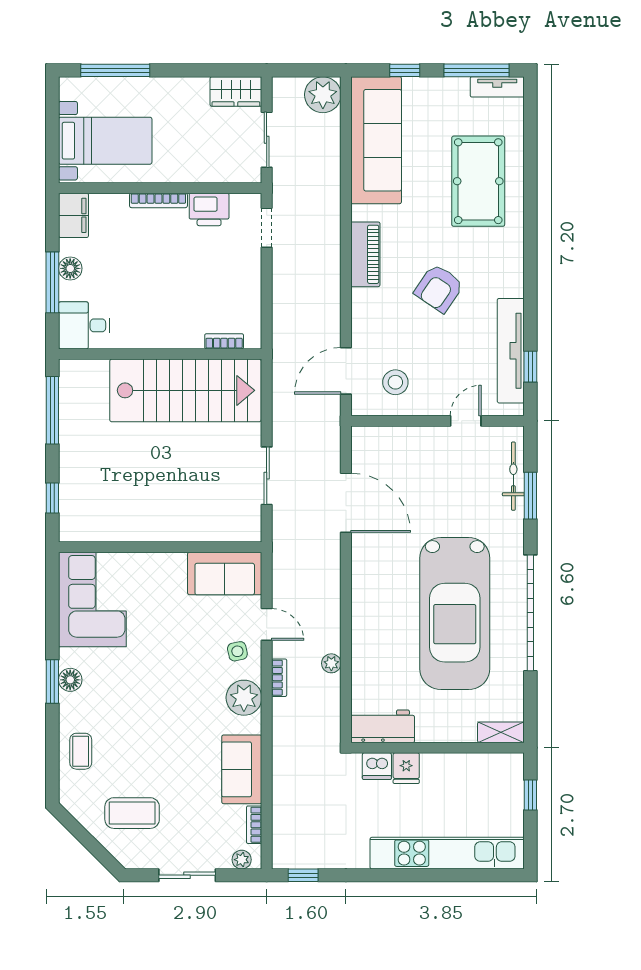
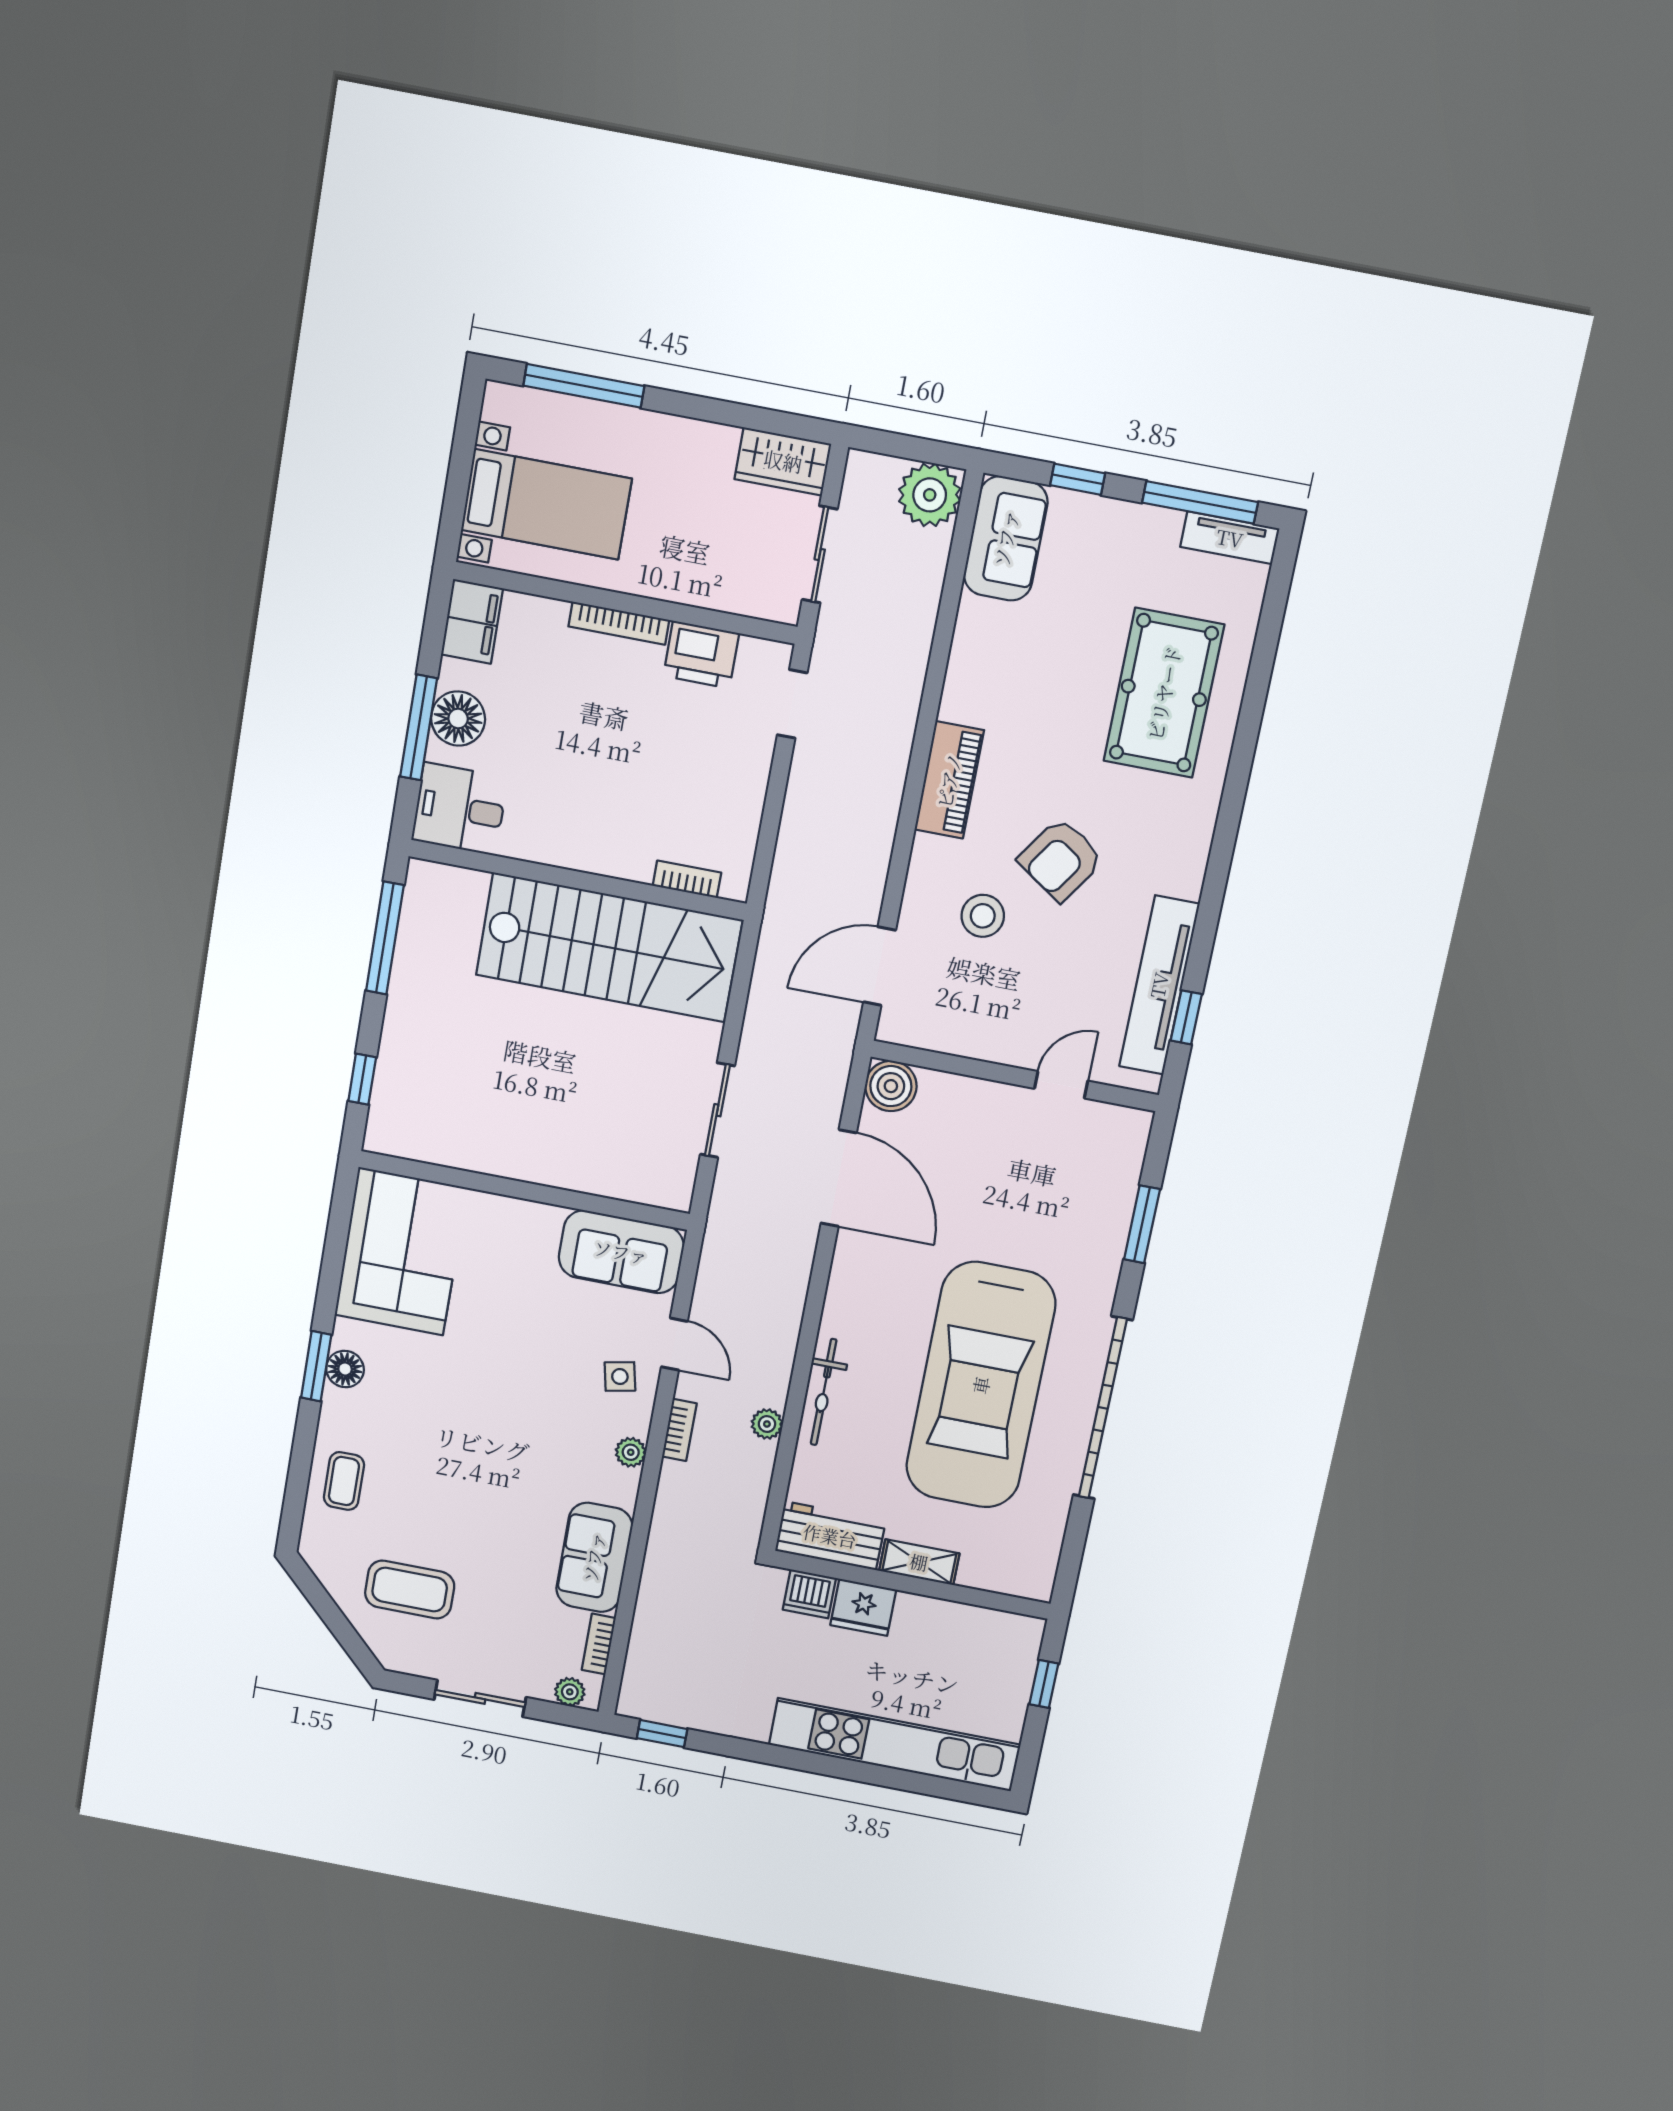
sofa: (376, 140) -> (1006, 538), width x0.54, depth x0.79
floor lamp: (70, 268) -> (458, 718), width x1.38, depth x1.38
stool: (395, 382) -> (983, 916), moved
boiler: (366, 441) -> (891, 1086), added
bicycle: (513, 476) -> (824, 1392), moved, turned 180
plant: (244, 698) -> (631, 1452), width x0.53, depth x0.53
shelving: (501, 732) -> (919, 1562), moved
fridge: (406, 768) -> (863, 1607), width x1.38

